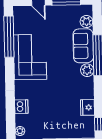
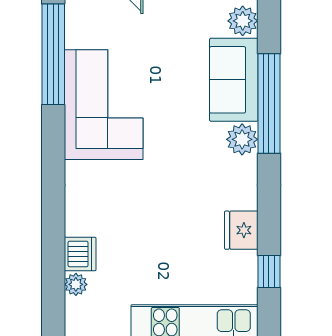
dishwasher: (21, 107) -> (80, 254), moved

